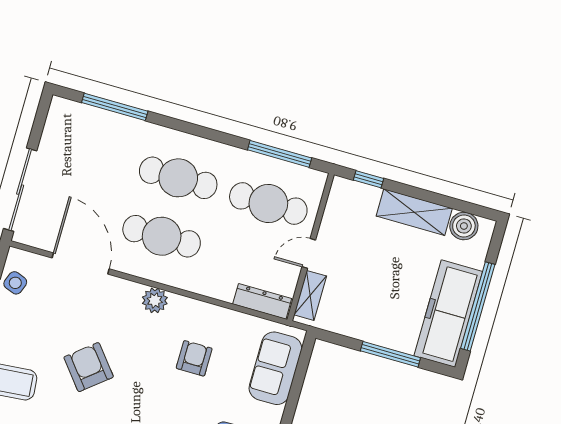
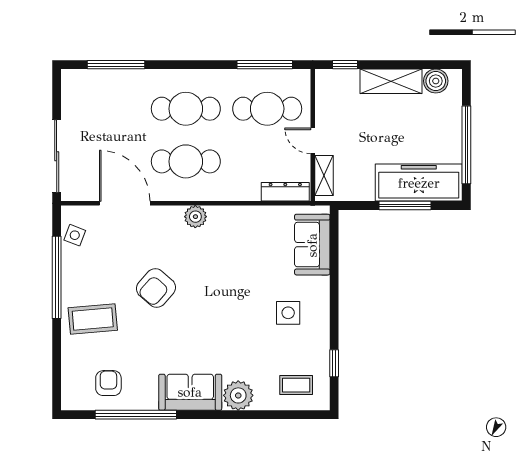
door: (309, 253) -> (313, 141), hinge flipped
freezer: (448, 314) -> (419, 183), moved, turned 90
armchair: (194, 358) -> (242, 256), removed
armchair: (89, 367) -> (156, 288), turned -100

